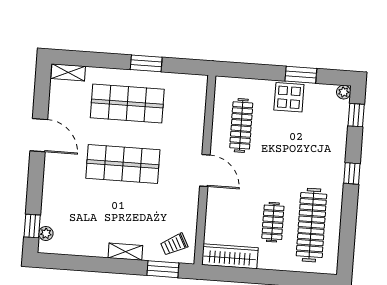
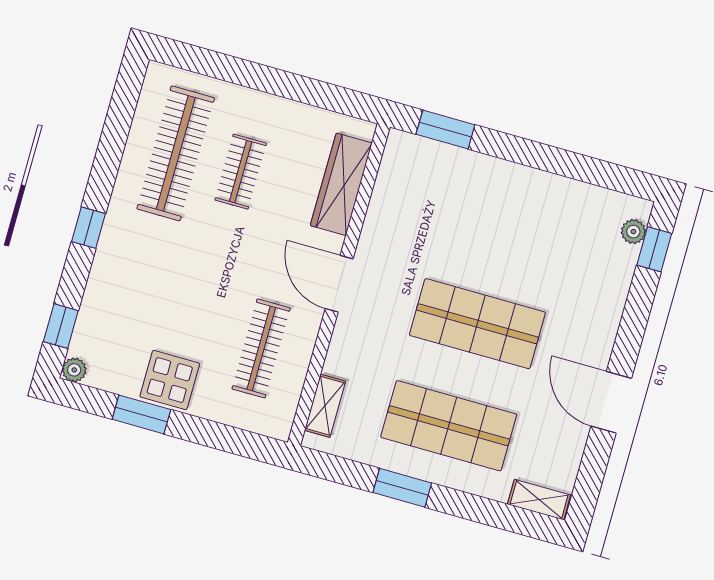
trolley: (174, 244) -> (418, 168), removed
shelving: (125, 252) -> (325, 406), moved, turned 90
wardrobe: (230, 256) -> (341, 184), moved, turned 90

